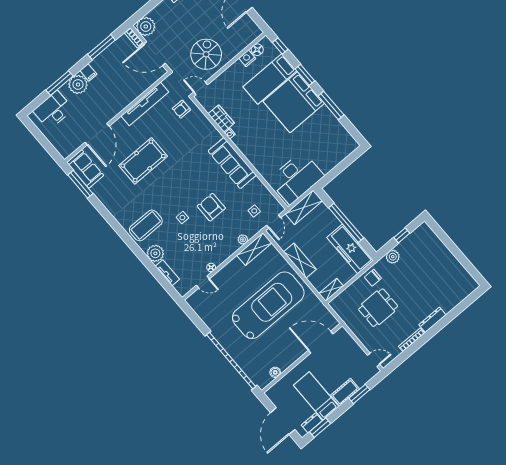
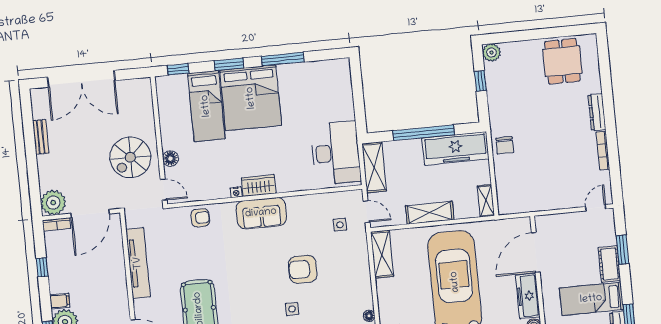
window: (101, 47) -> (42, 267), width x0.46
floor lamp: (257, 50) -> (170, 159), moved
spiral stairs: (206, 54) -> (130, 157), turned -90
nightstand: (247, 58) -> (166, 115), removed
door: (201, 88) -> (164, 190), swing flipped
armchair: (181, 109) -> (200, 218), moved, turned -90
wardrobe: (221, 118) -> (259, 186), moved
sofa: (232, 163) -> (261, 213), width x0.73
plant: (243, 239) -> (363, 259), removed
plant: (393, 257) -> (491, 53), moved
dining table: (378, 308) -> (562, 61), moved
freezer: (291, 356) -> (528, 296), added

